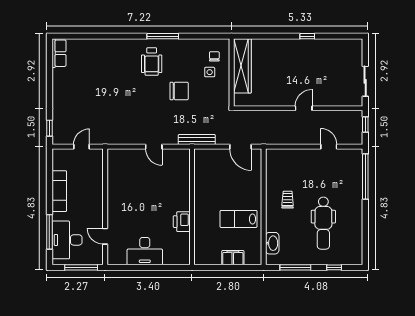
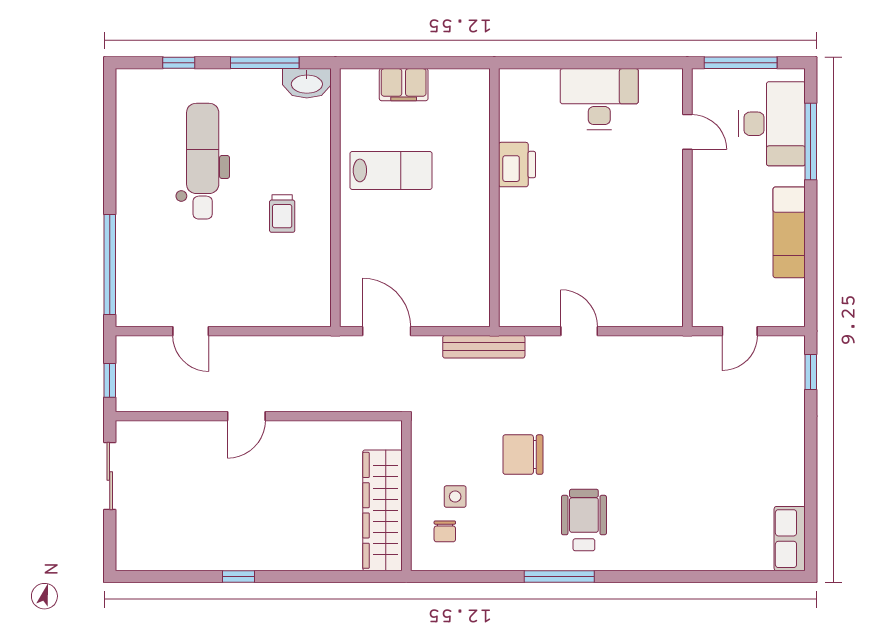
washbasin: (272, 243) -> (307, 83), moved, turned -90

